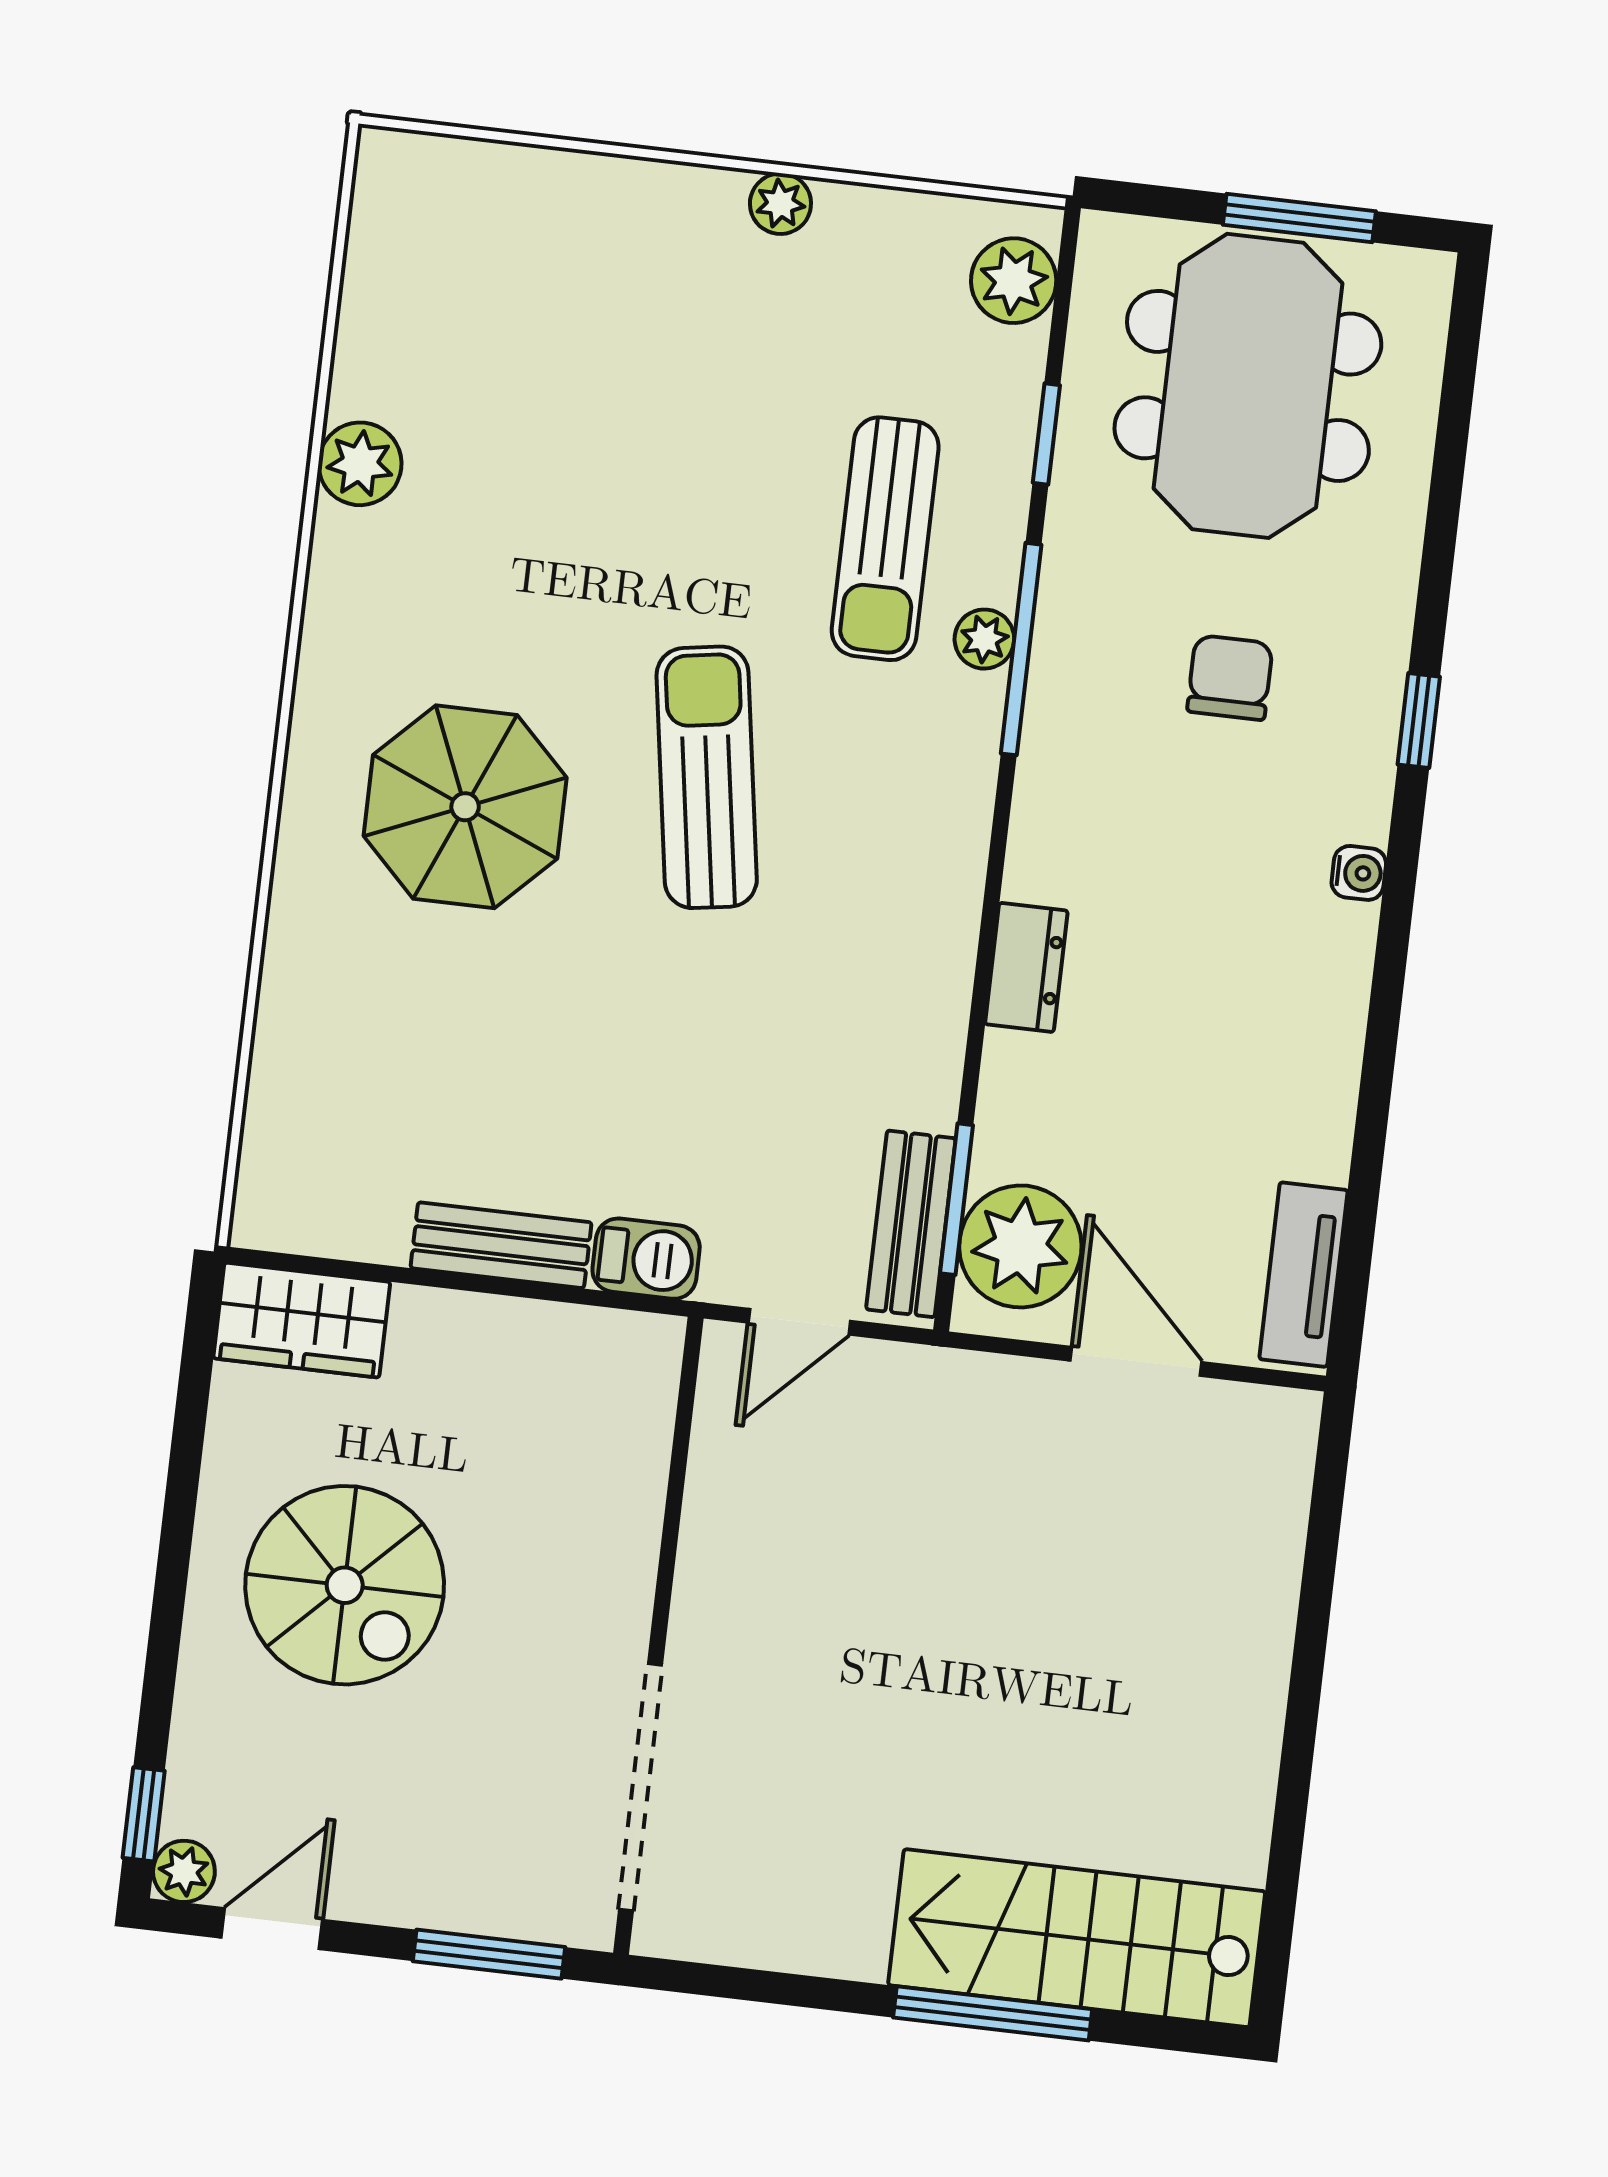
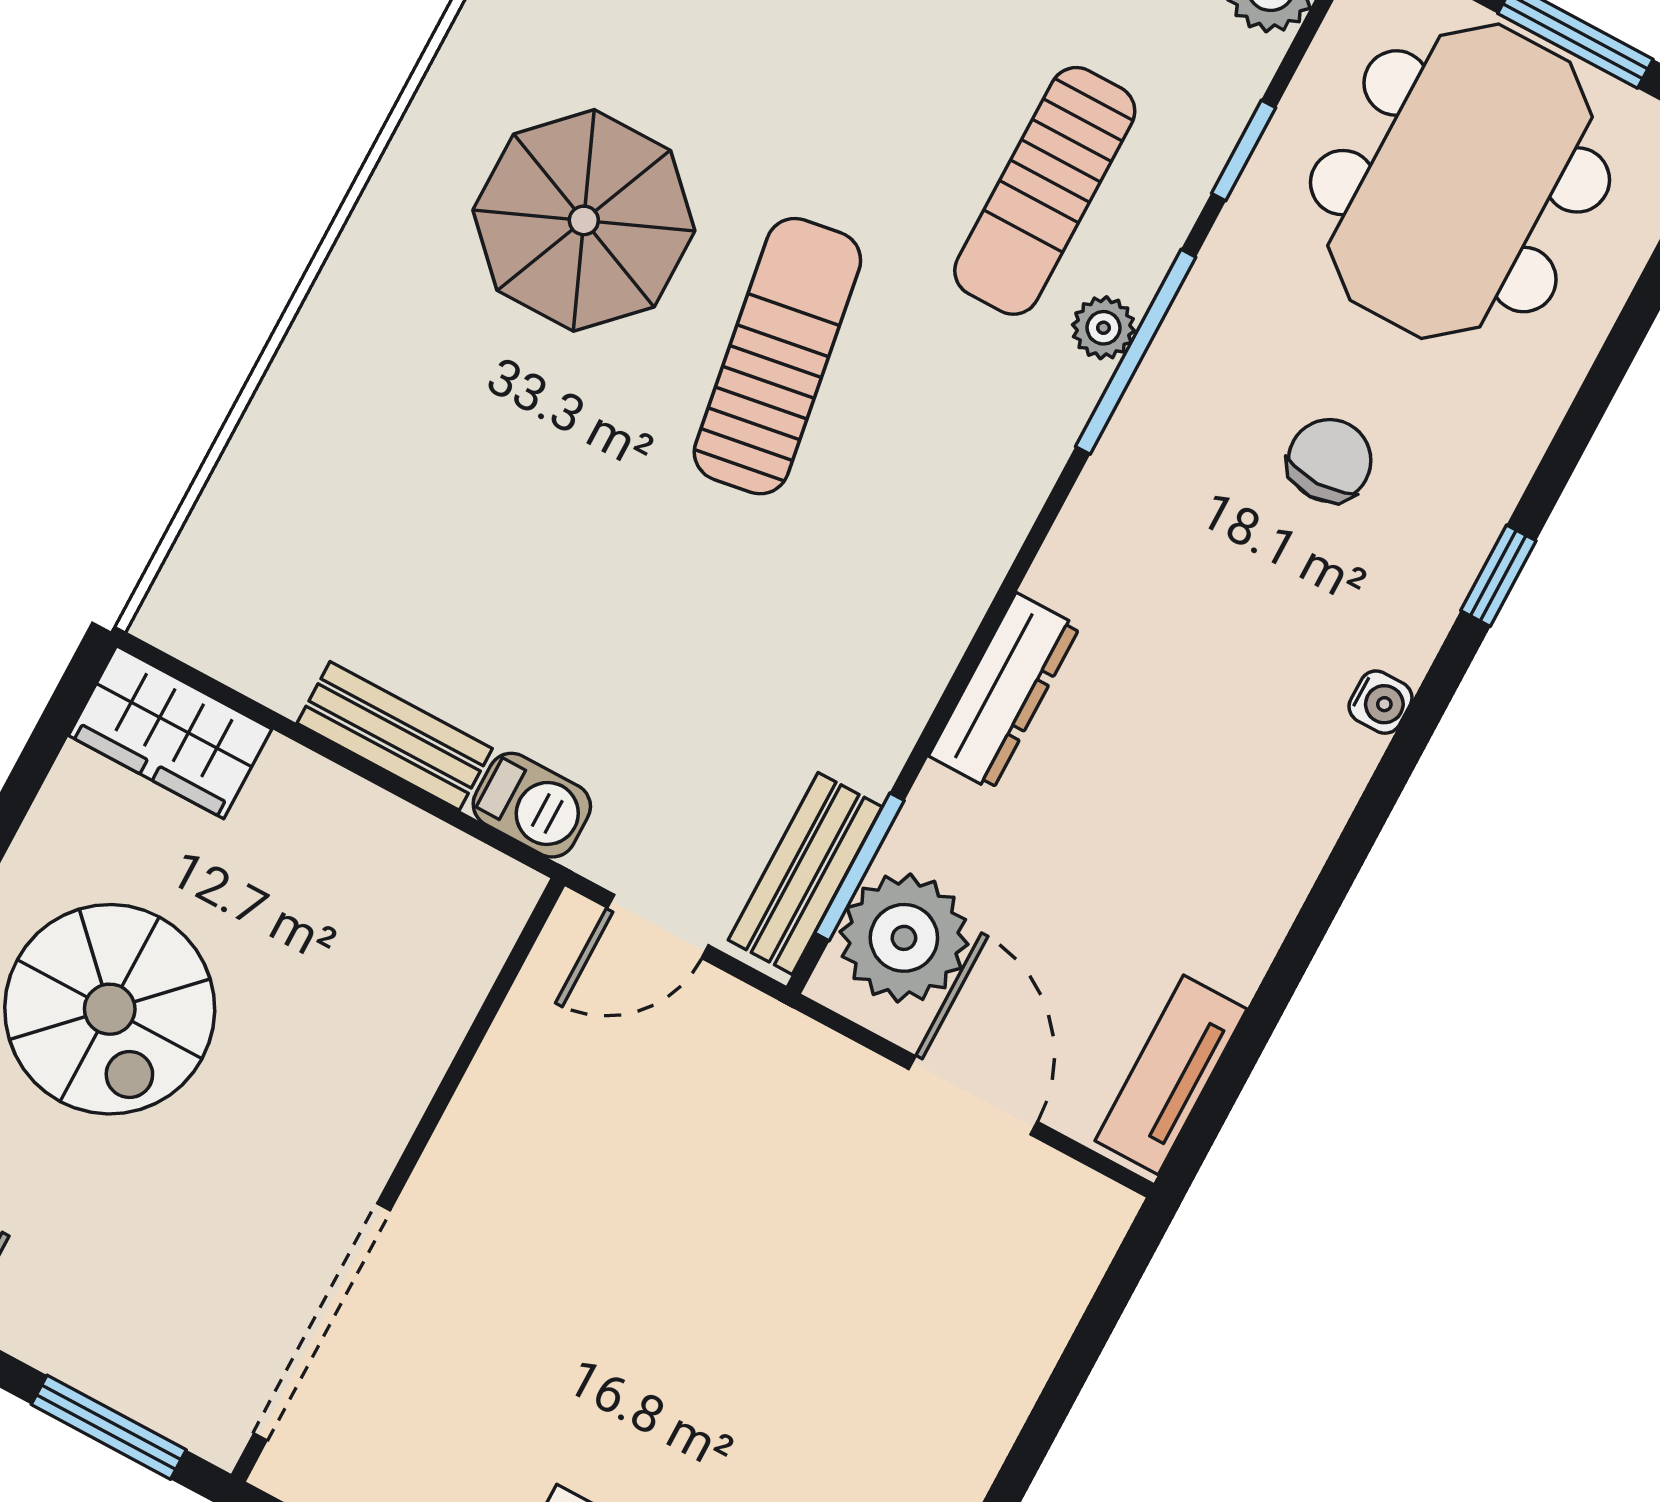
parasol: (465, 807) -> (584, 220), moved
dresser: (1026, 967) -> (1004, 691), width x1.44

